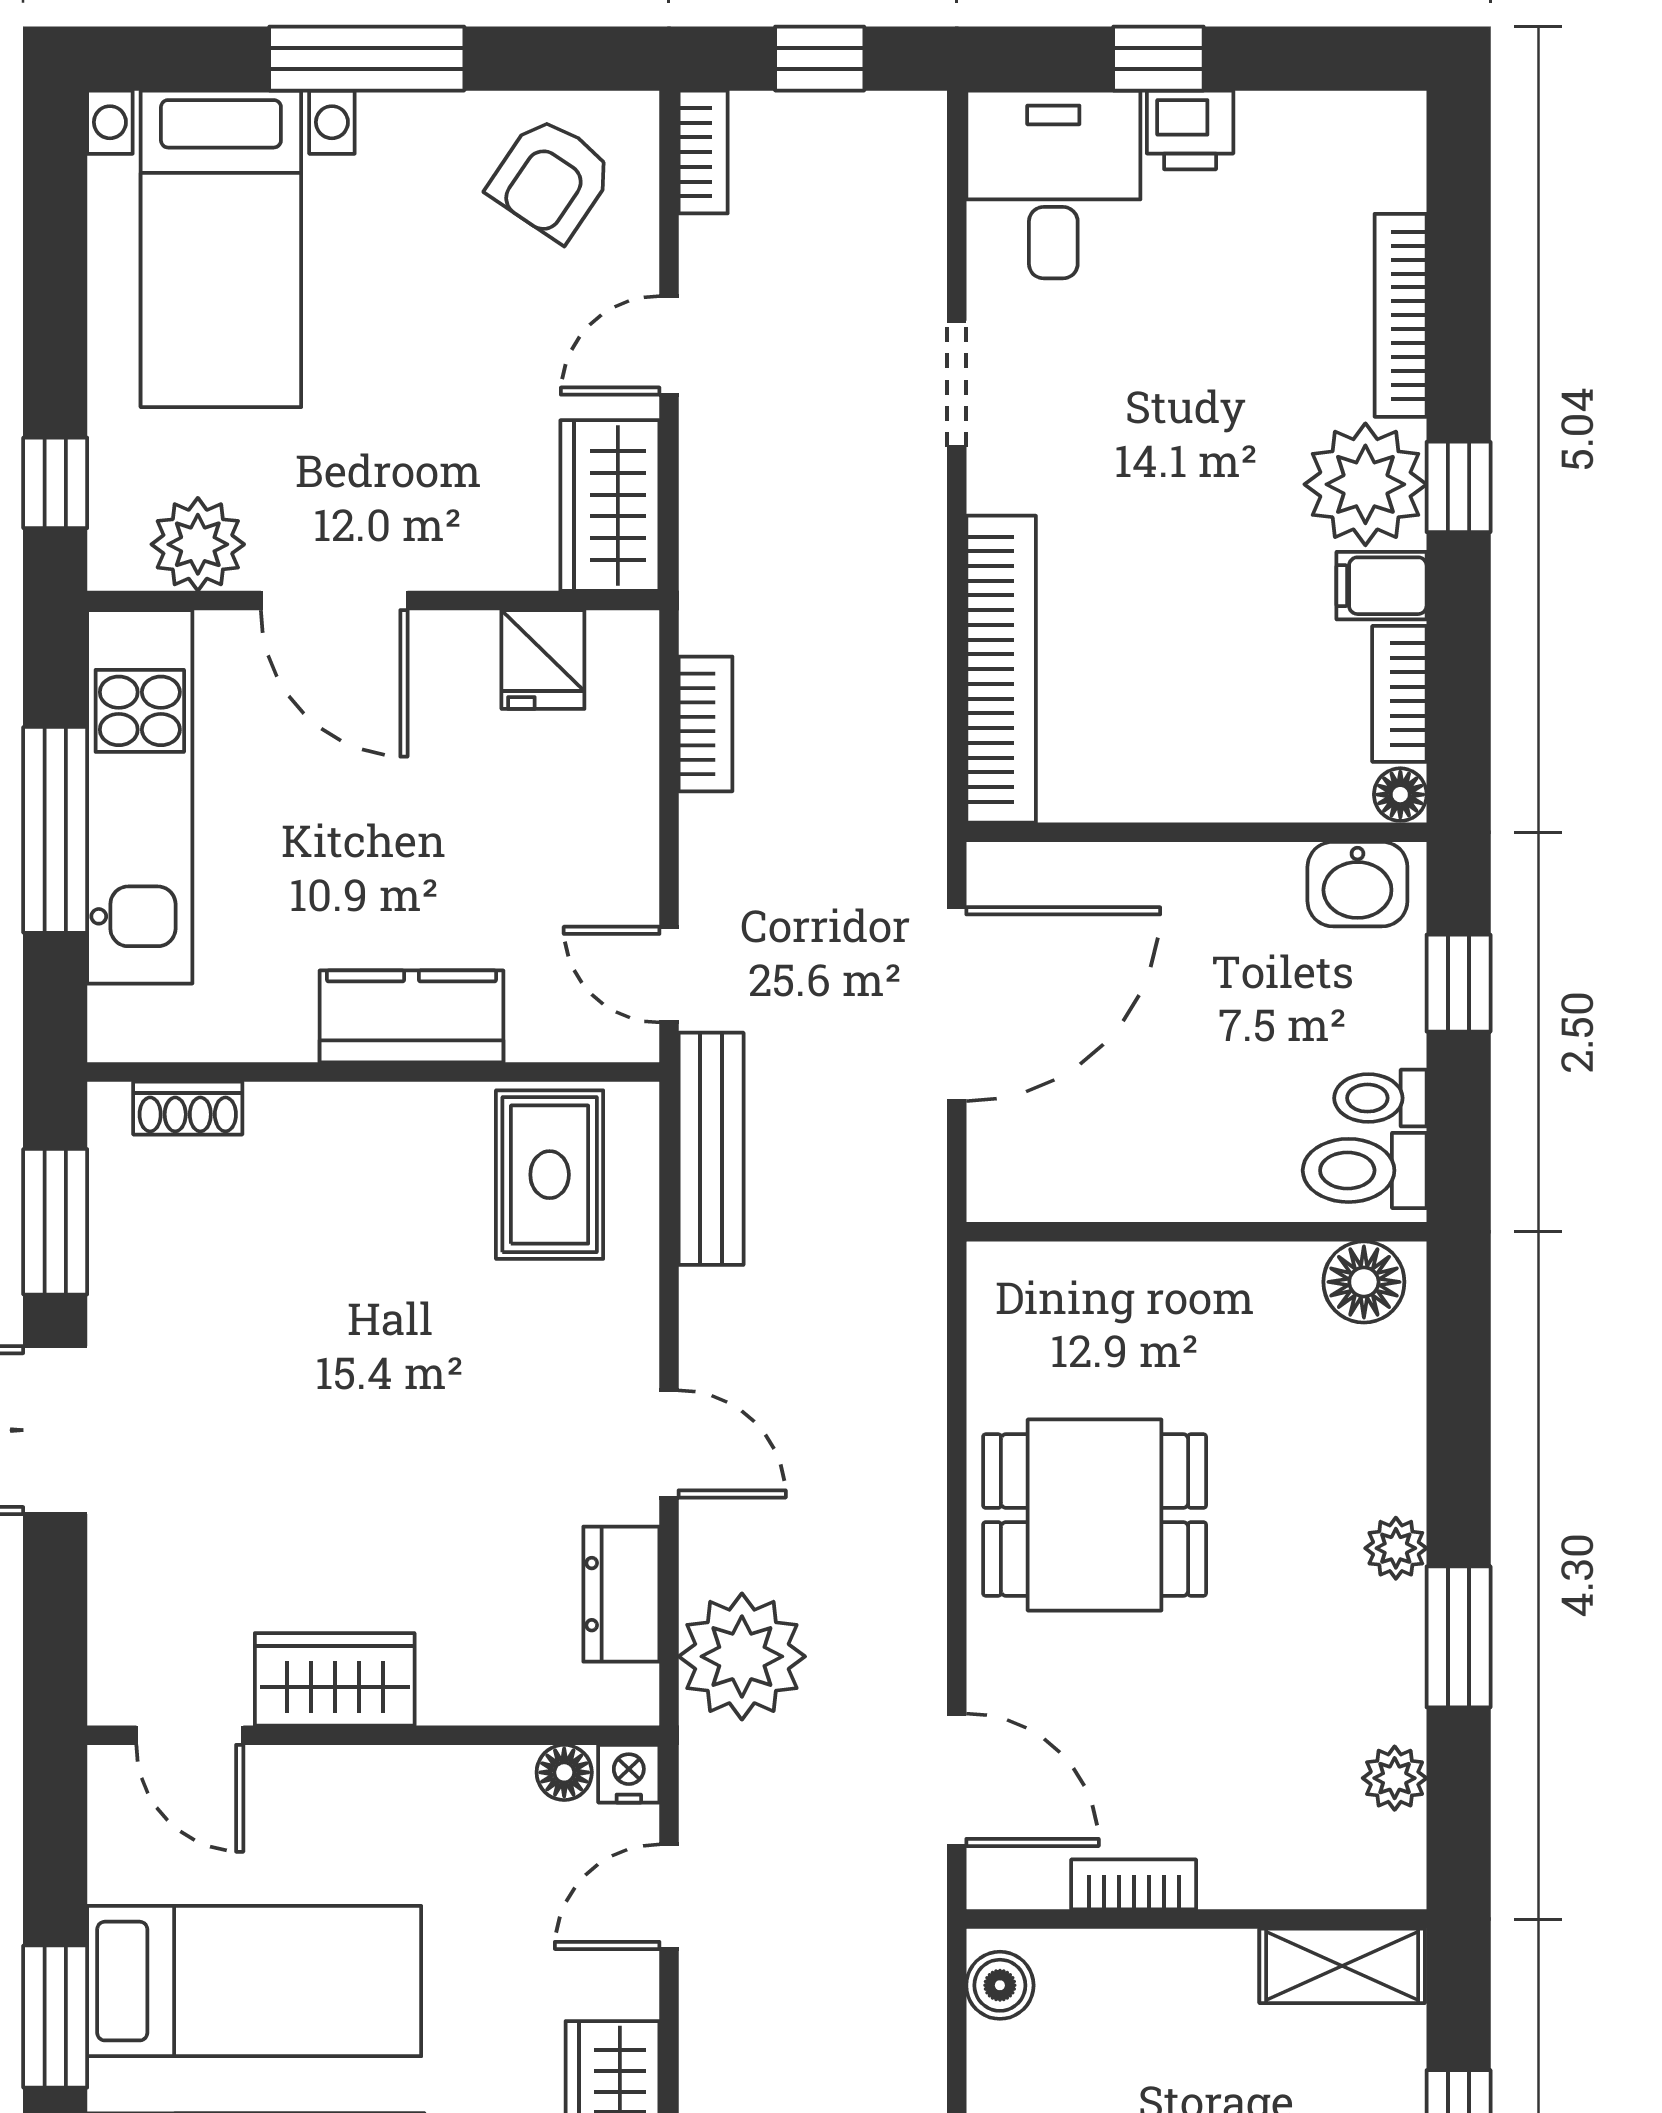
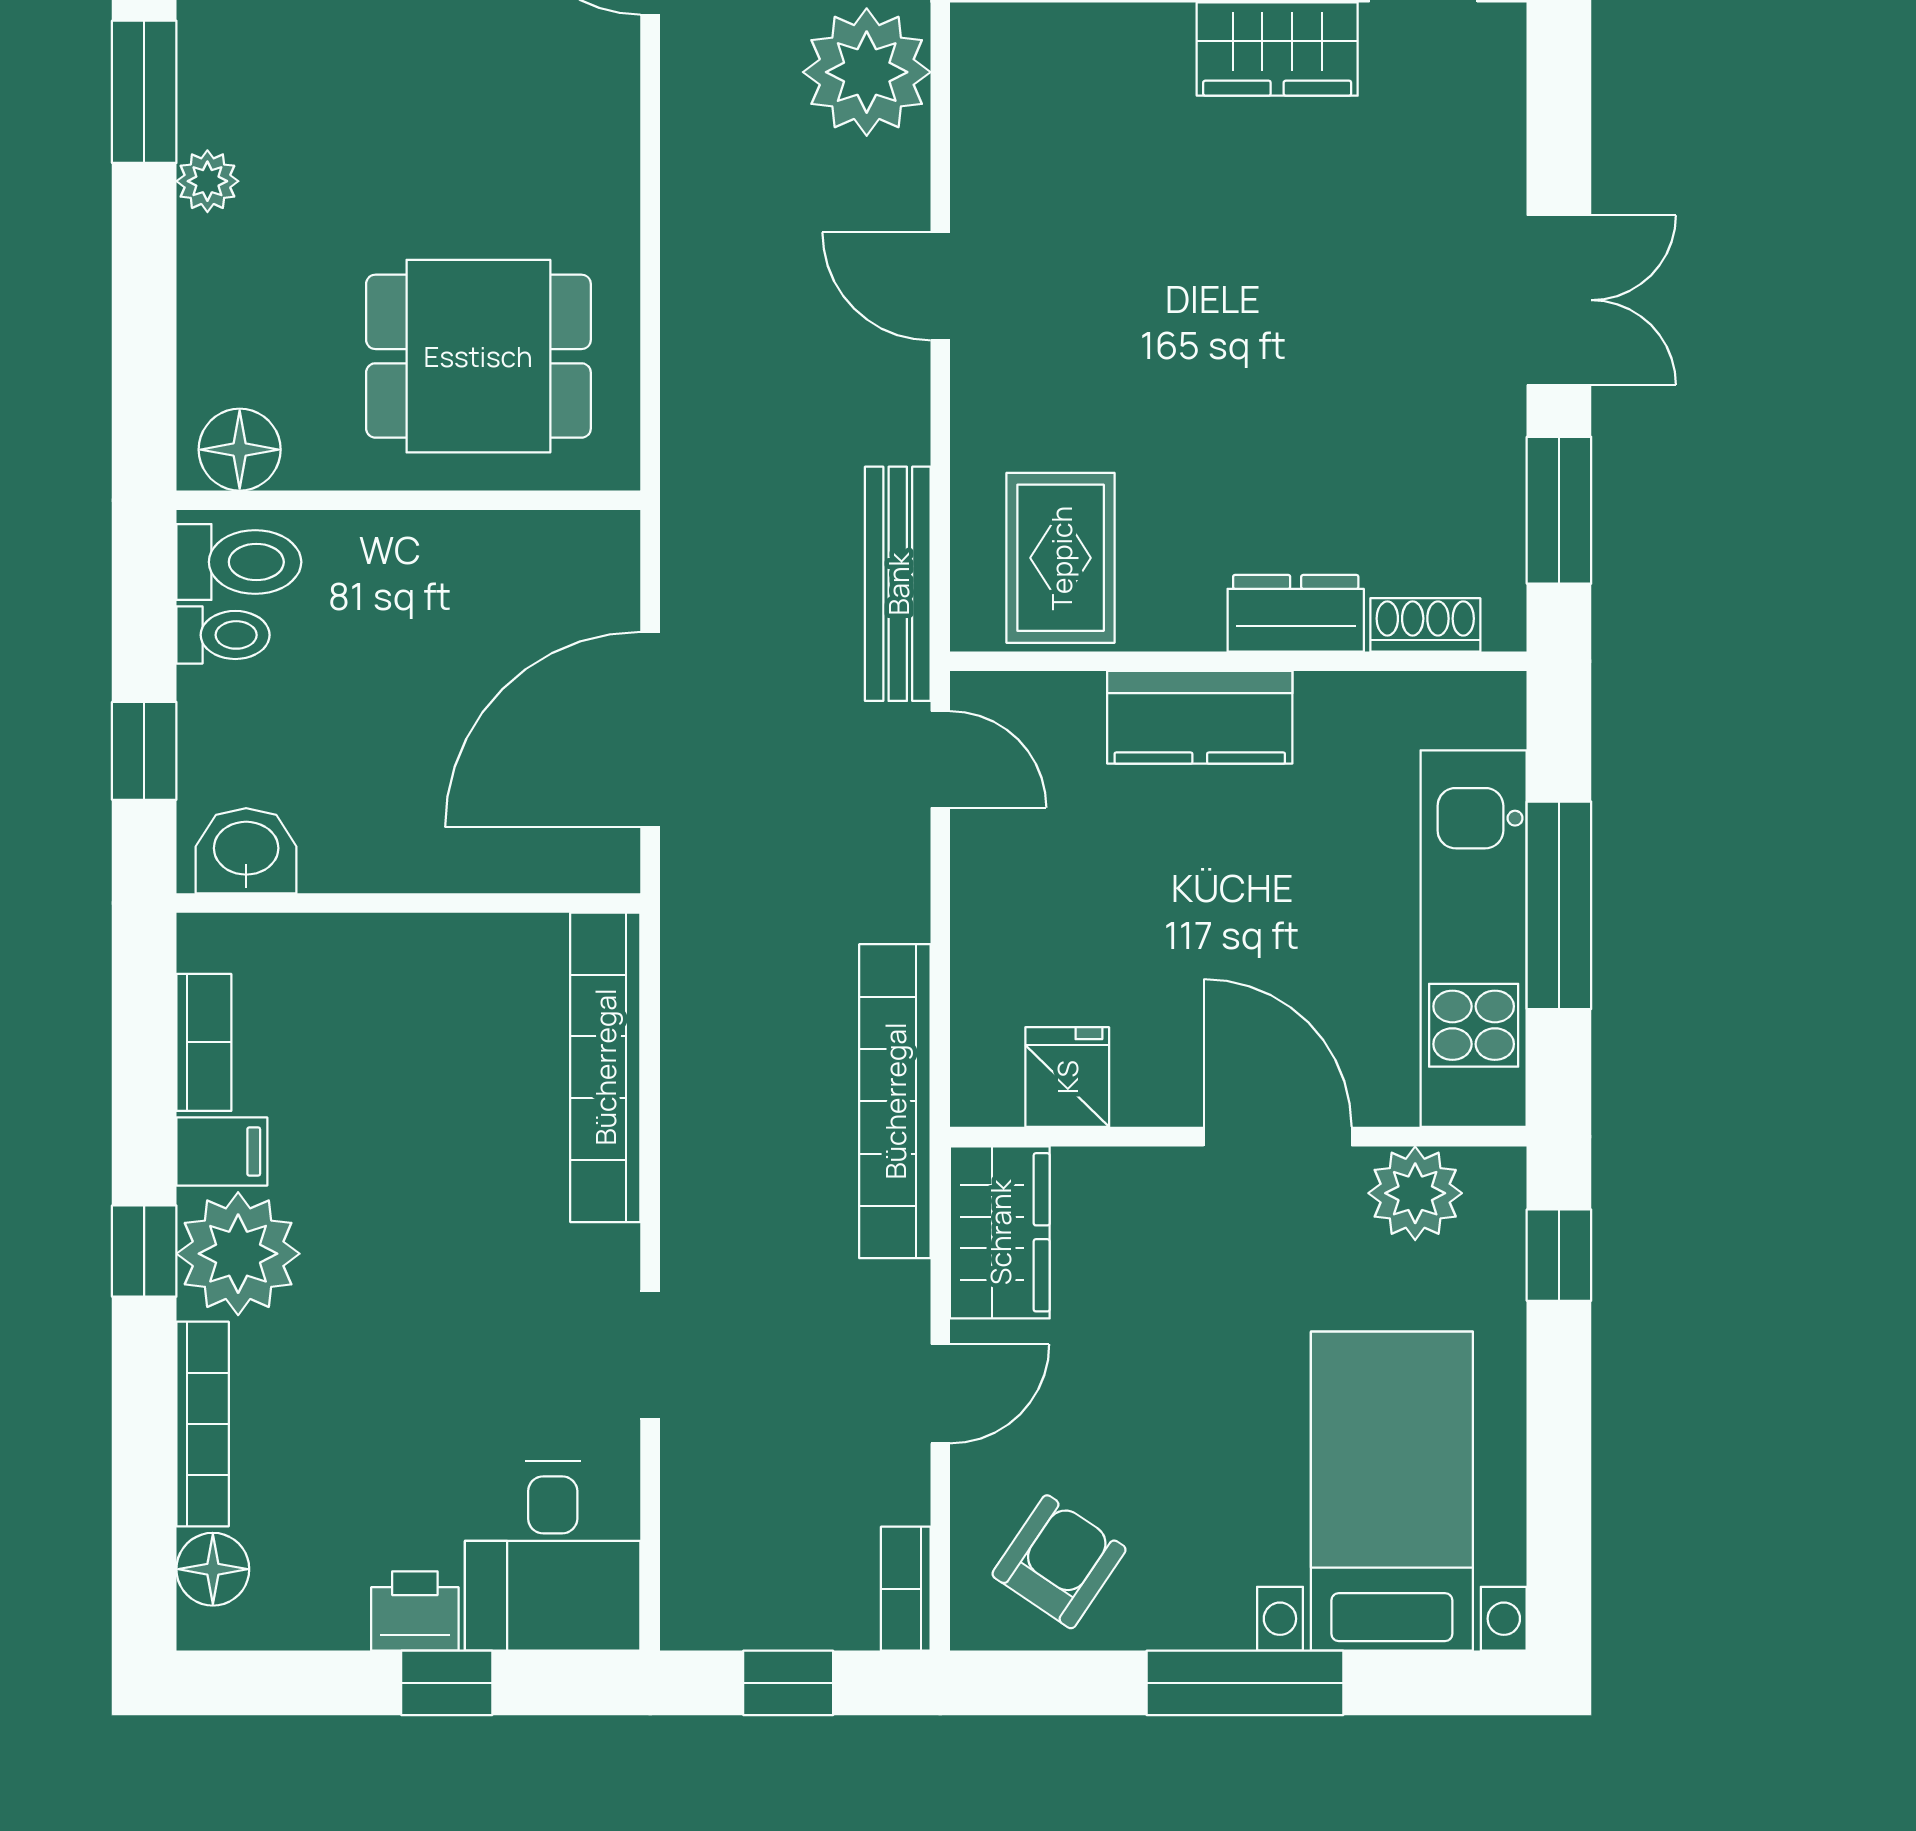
bookcase: (705, 724) -> (895, 1101), width x2.31, depth x1.31
floor lamp: (1400, 795) -> (213, 1569), moved, width x1.37, depth x1.37
dining table: (1095, 1515) -> (478, 356), moved
dresser: (621, 1594) -> (1296, 613), moved, turned -90

